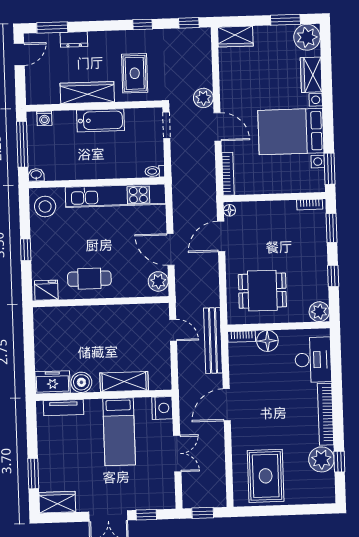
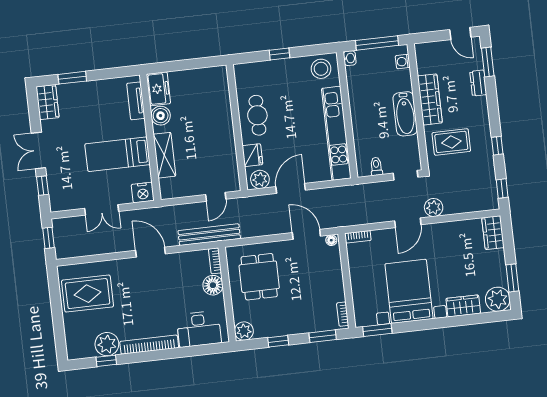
toilet: (155, 171) -> (376, 166), moved
bookcase: (228, 174) -> (358, 237), width x0.64
fridge: (46, 290) -> (252, 155), moved

